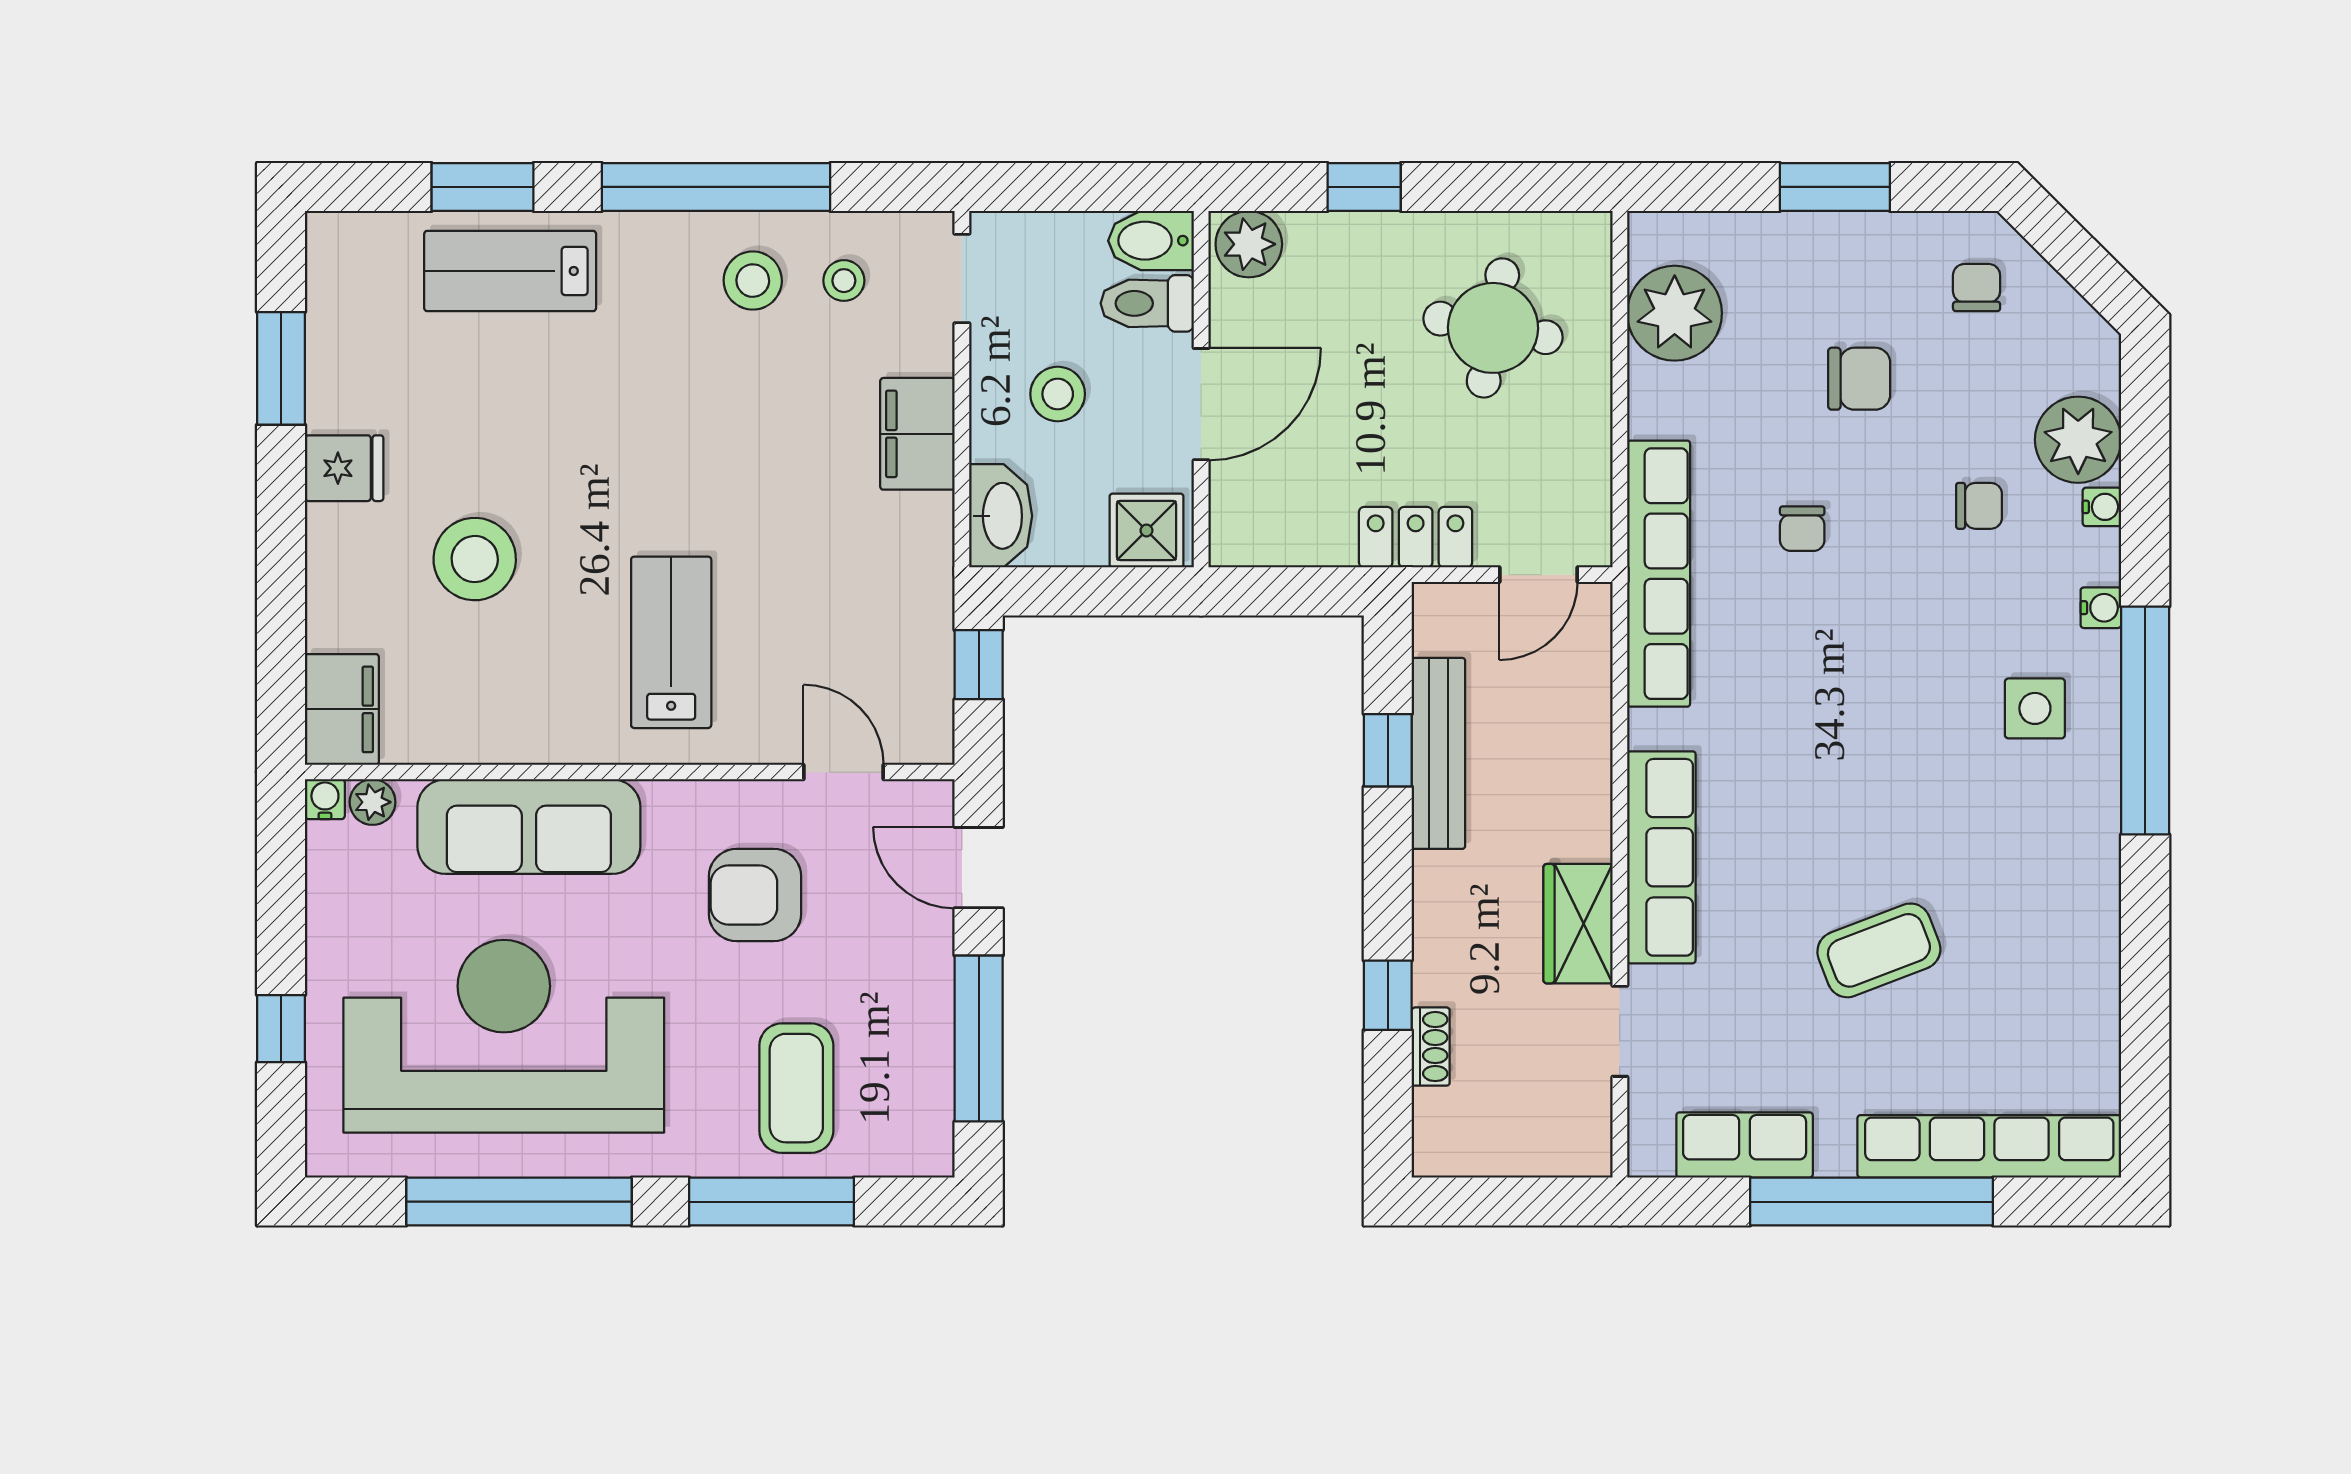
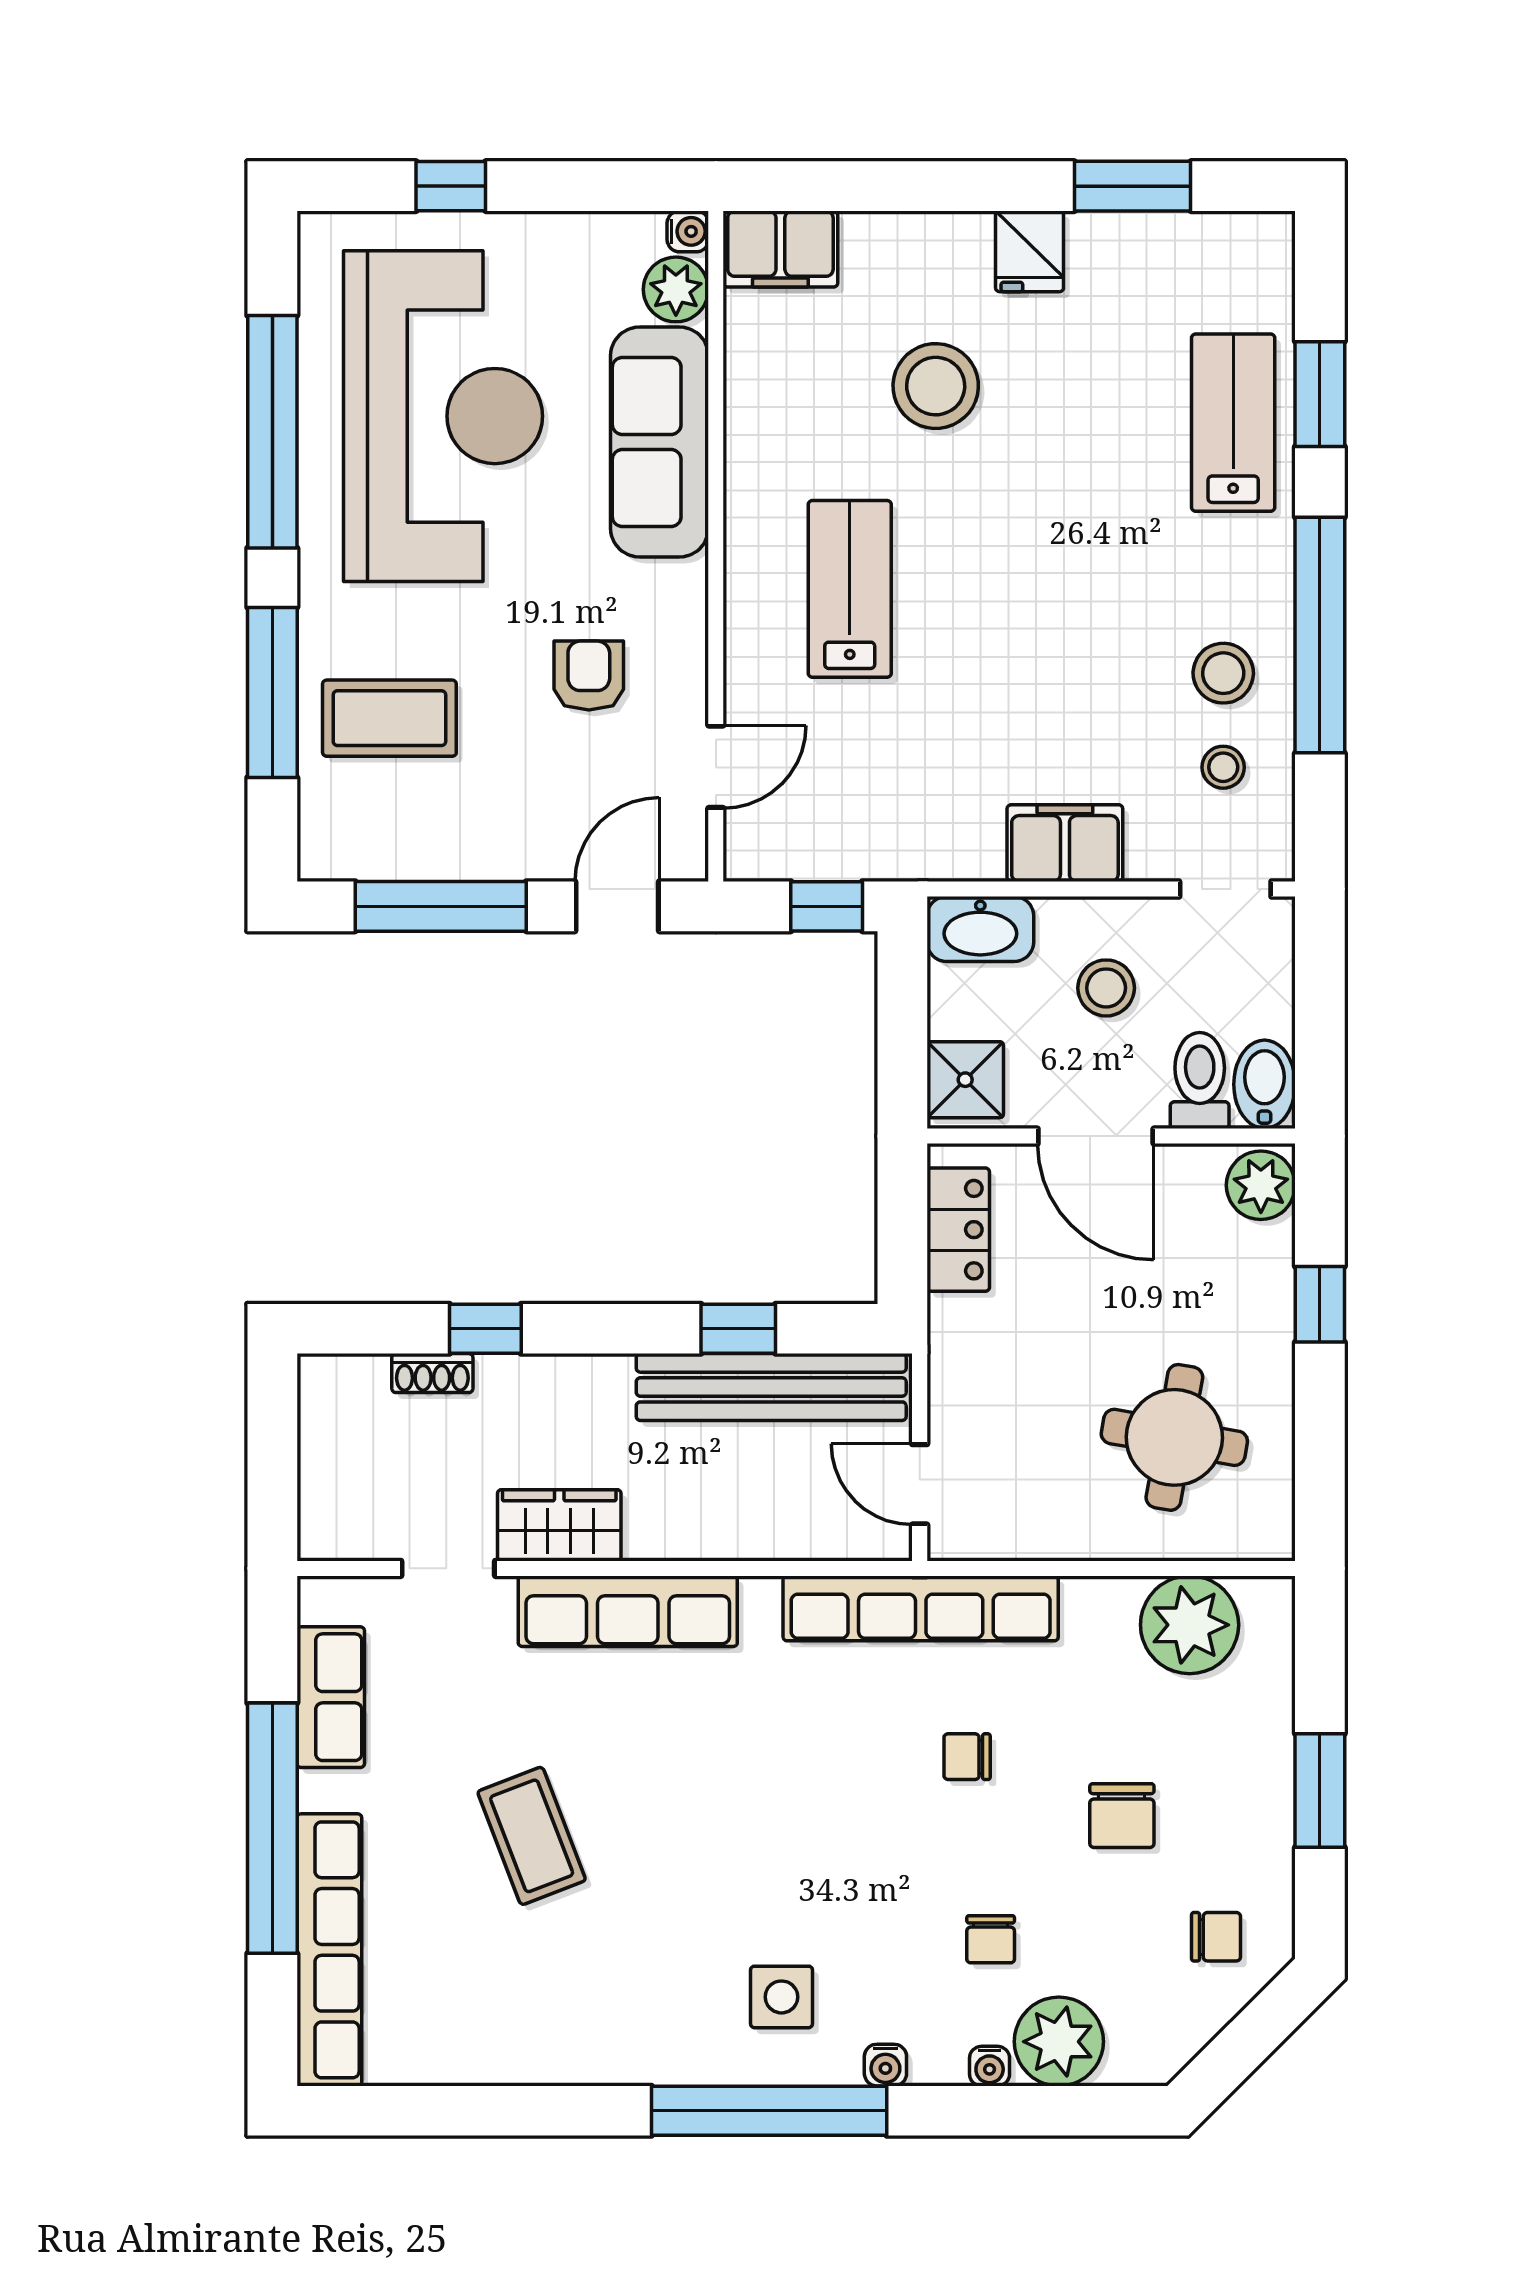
locker: (1416, 537) -> (958, 1230), moved
lab bench: (671, 642) -> (850, 589), turned -90
bench: (1438, 753) -> (771, 1387), width x1.37, depth x1.21
plant: (373, 802) -> (676, 289), width x1.38, depth x1.38
armchair: (755, 895) -> (589, 676), width x0.72, depth x0.72

